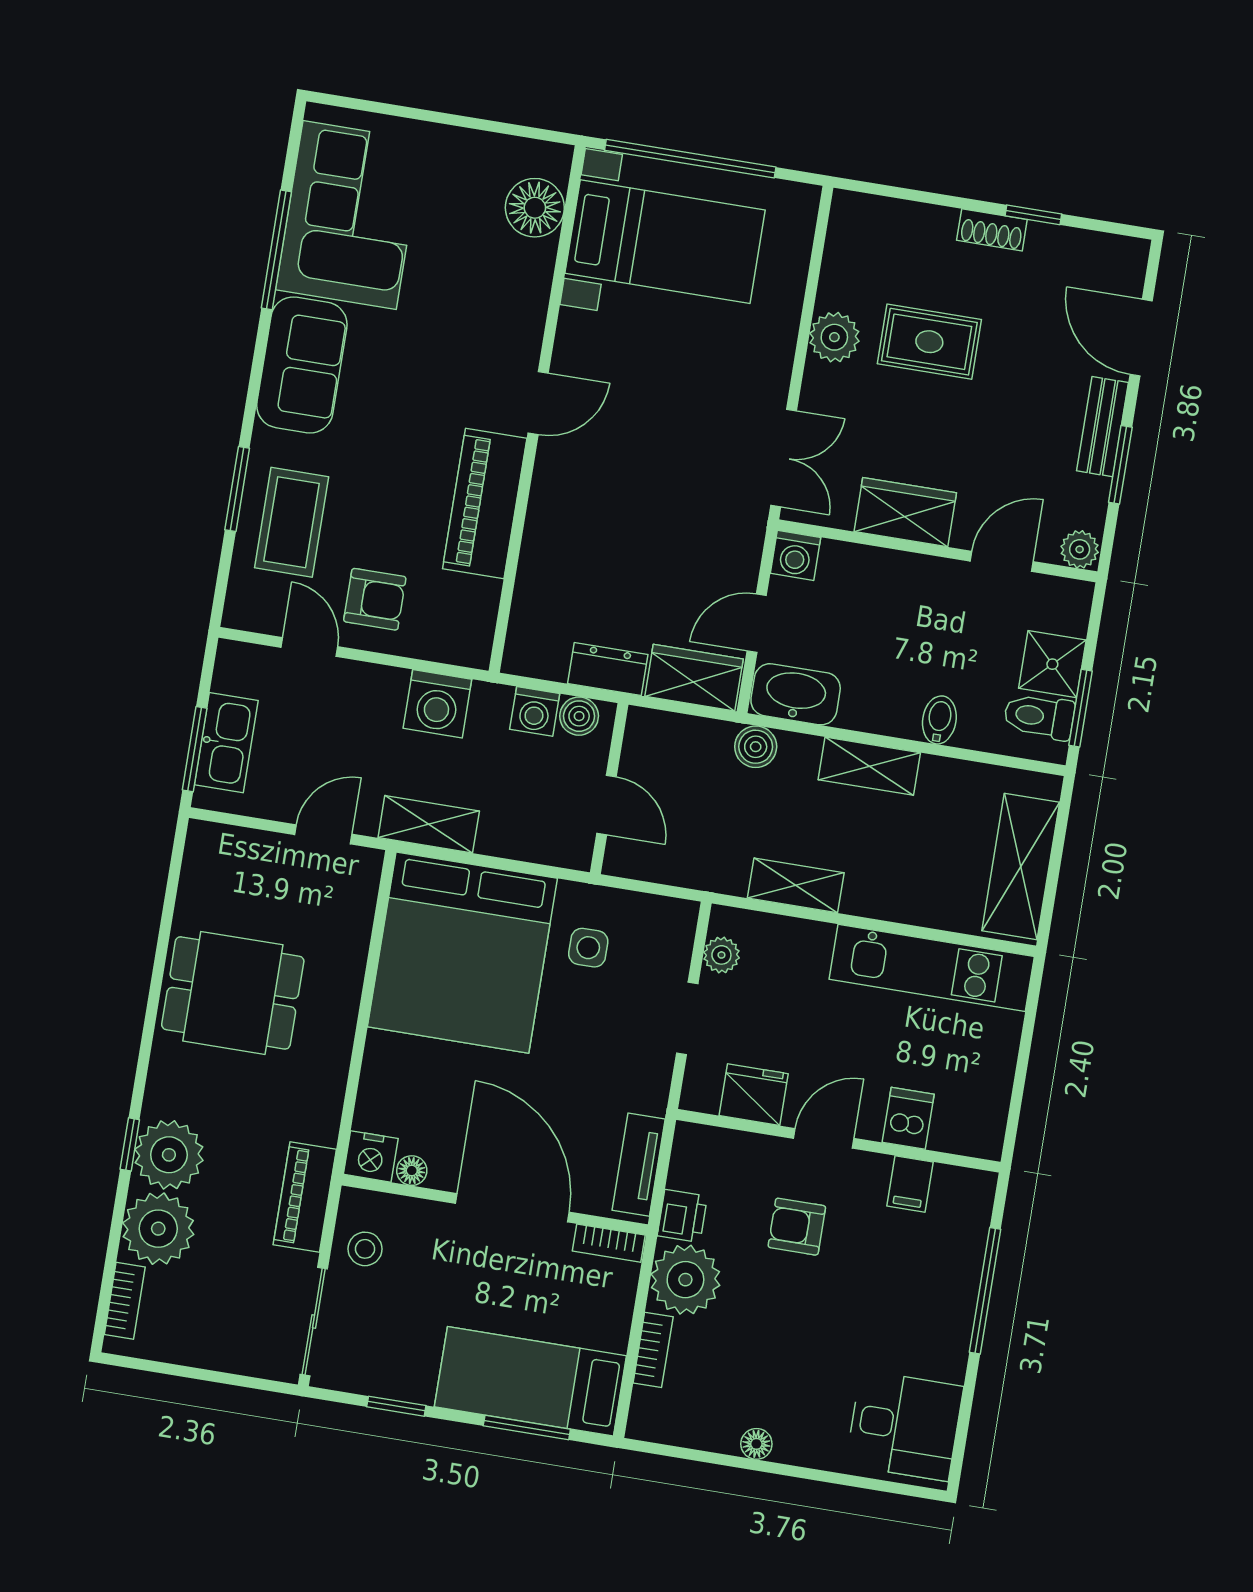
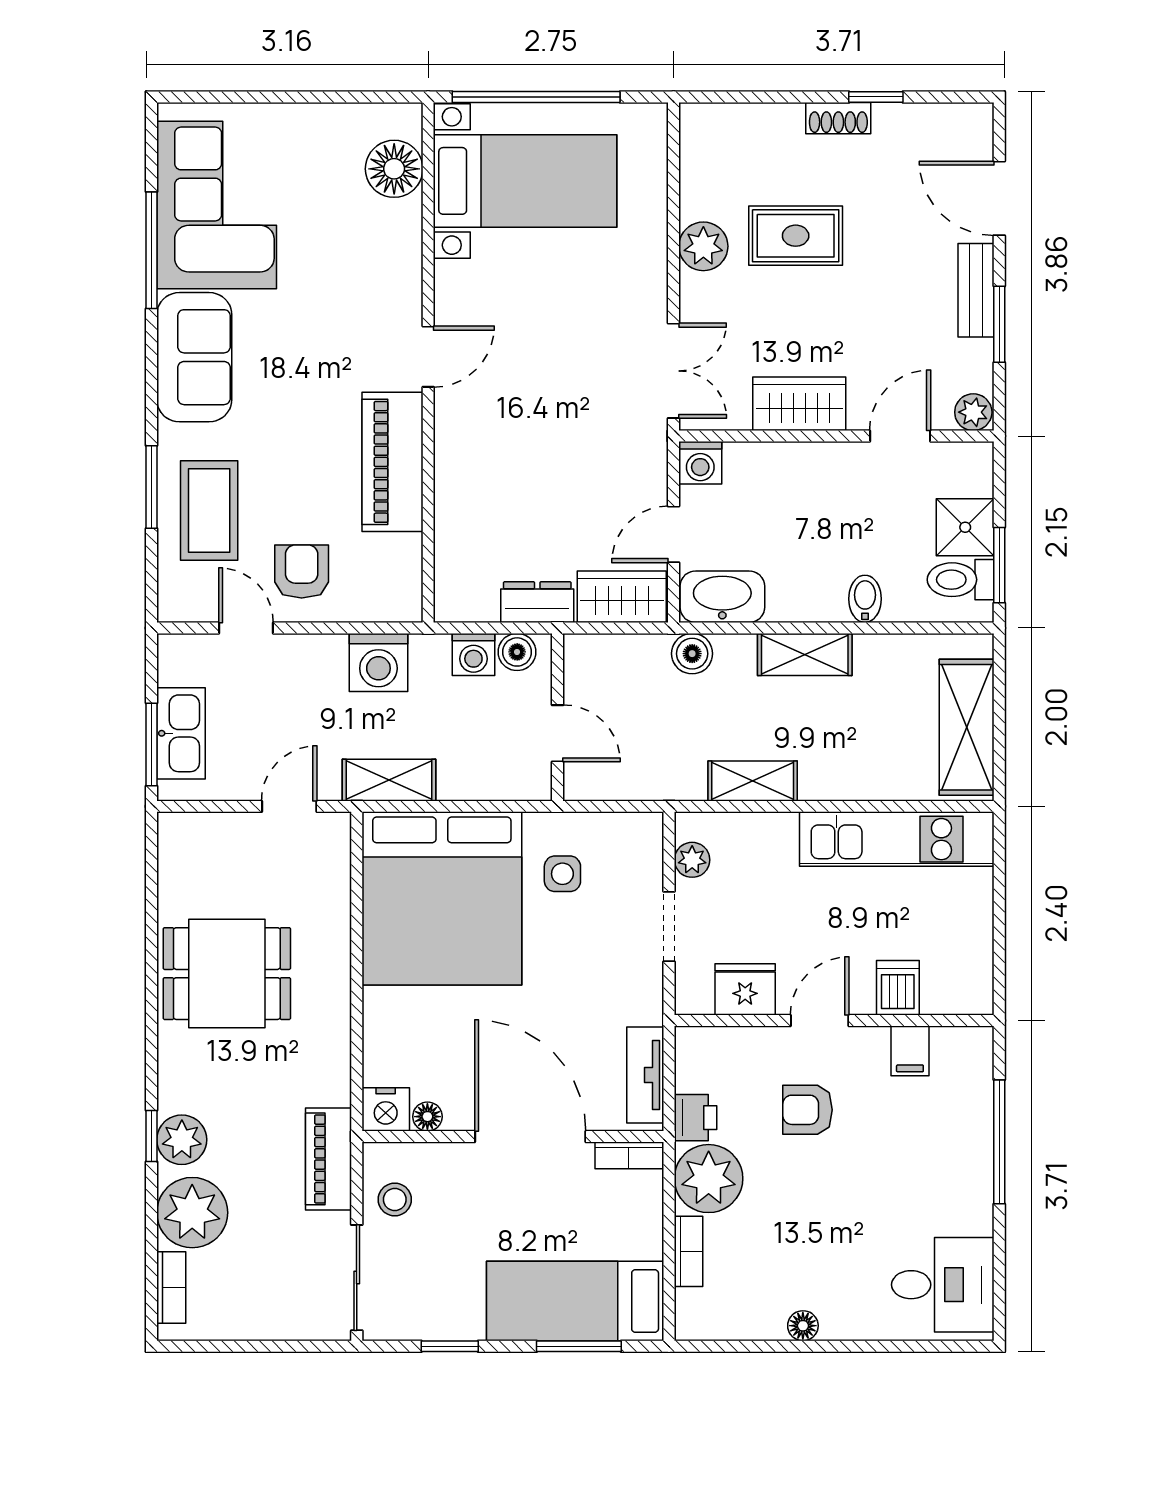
armchair: (375, 599) -> (302, 572), turned -90
plant: (169, 1155) -> (182, 1140), width x0.73, depth x0.73

